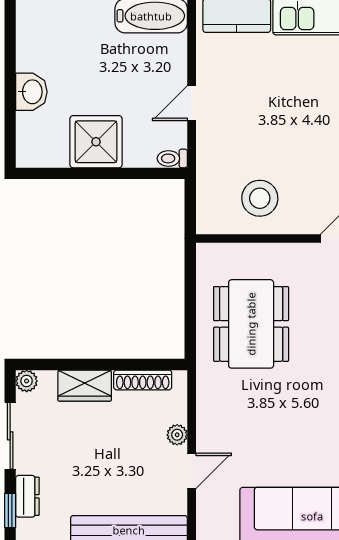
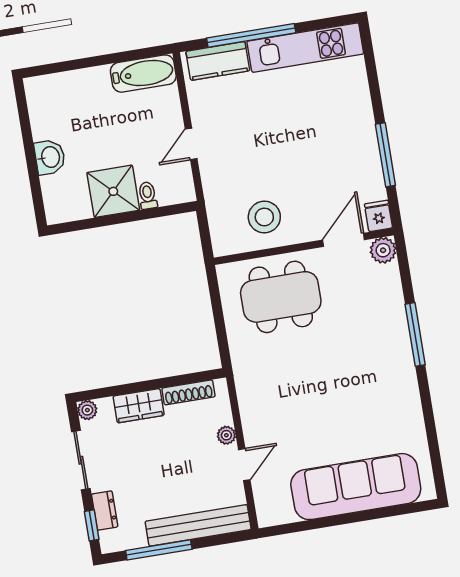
toilet: (172, 158) -> (148, 195), moved, turned 90
dining table: (251, 324) -> (281, 297), moved, turned 90

